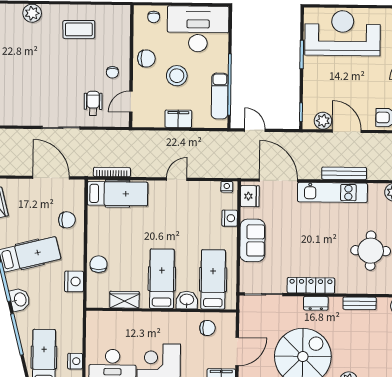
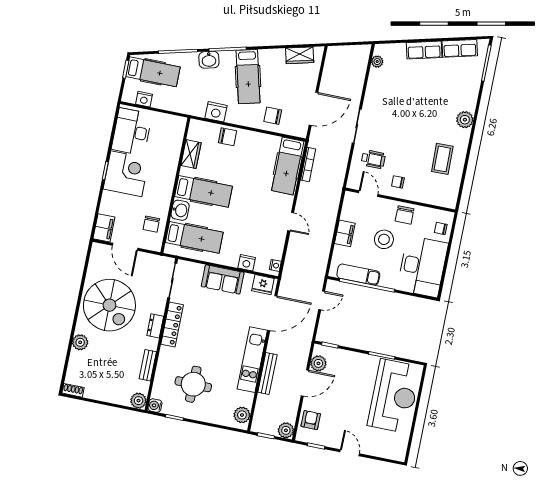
chair: (67, 220) -> (273, 116), turned 90

